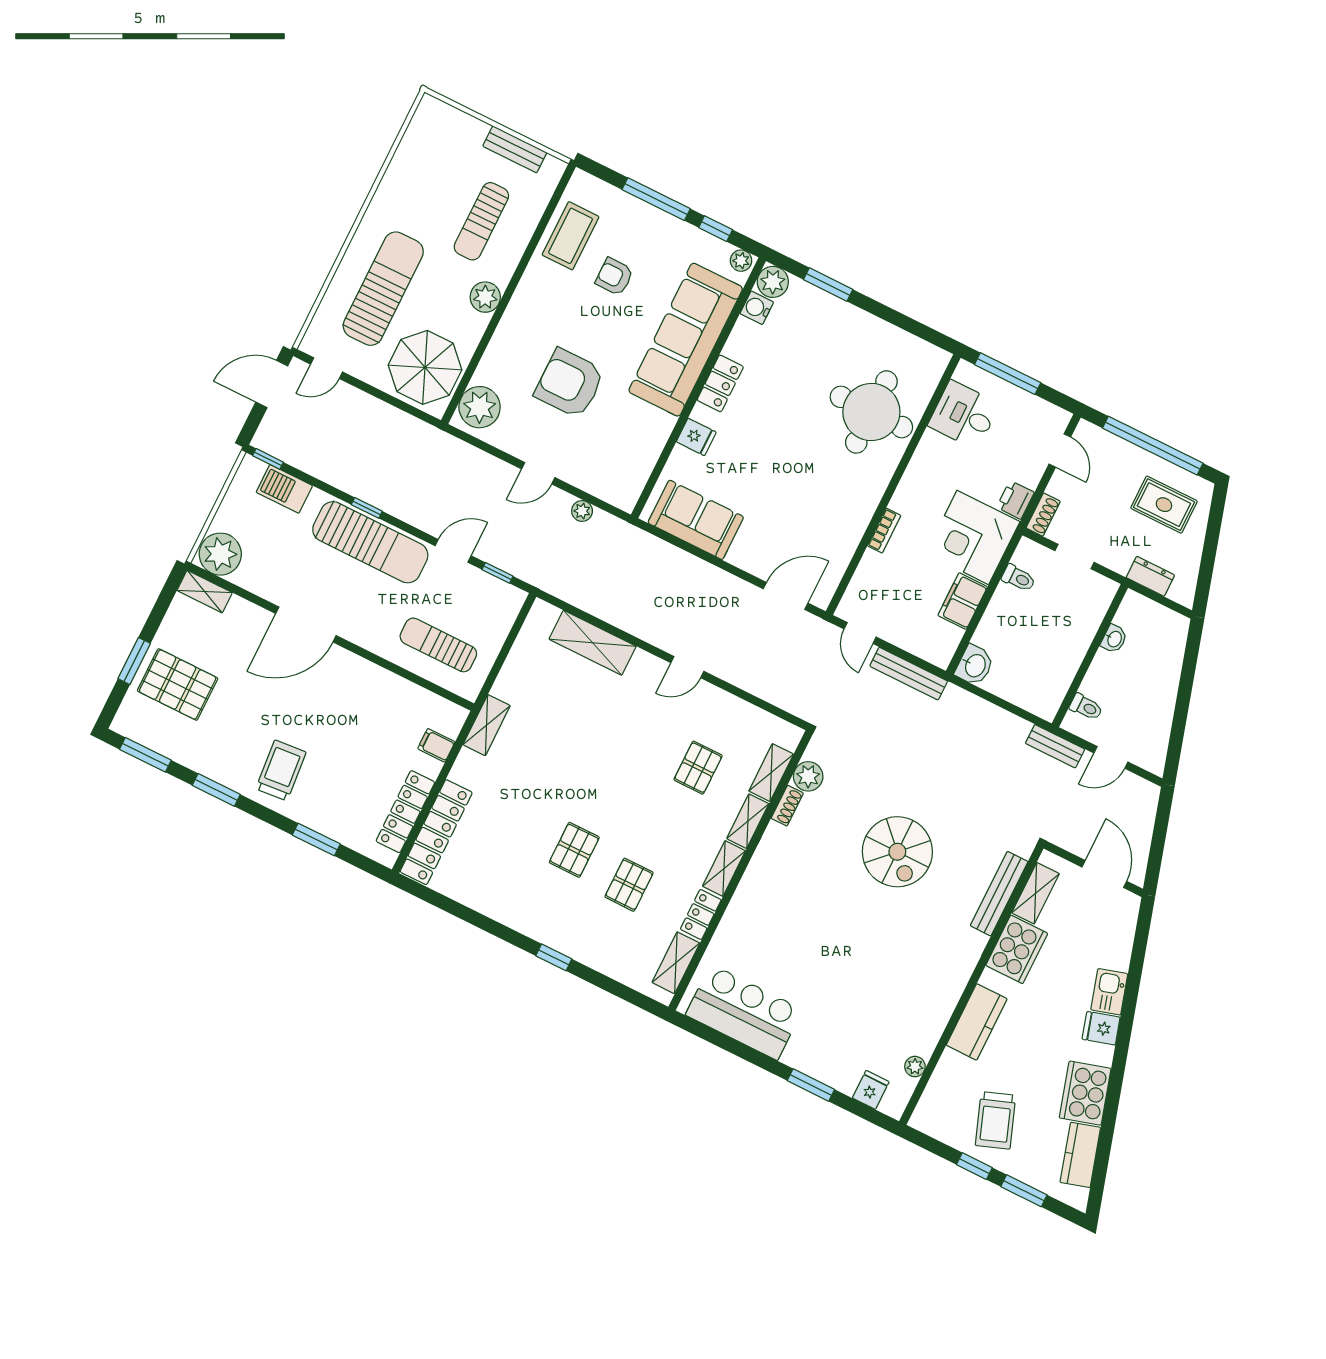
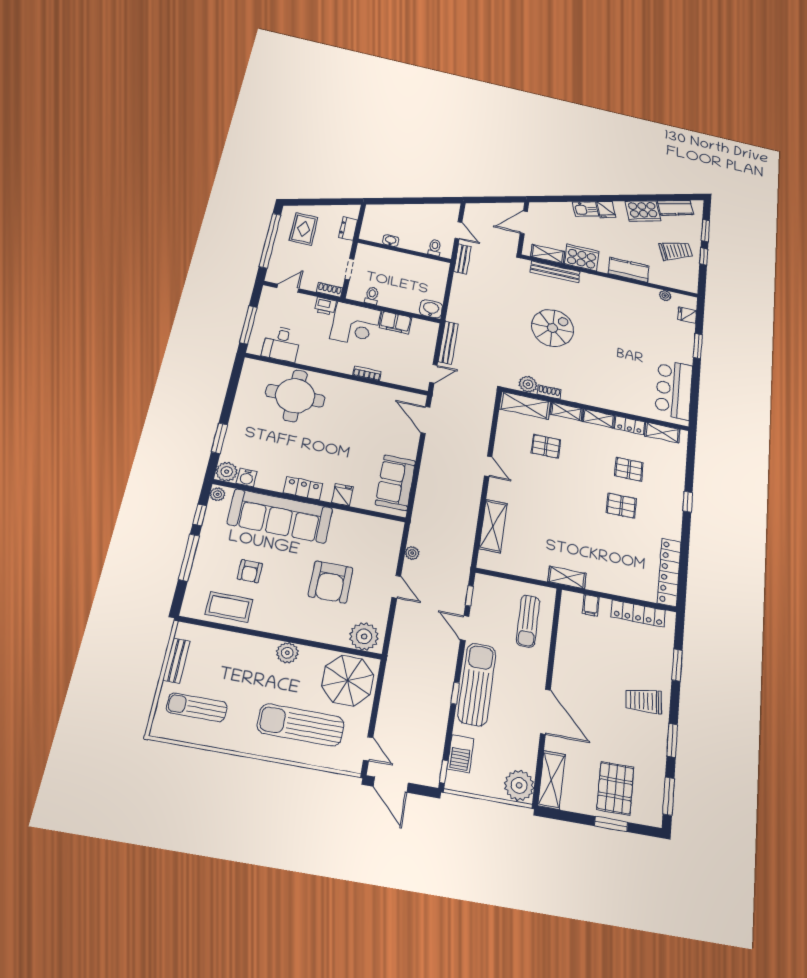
sun lounger: (481, 221) -> (197, 707), moved, turned 180
shelving: (205, 592) -> (552, 780), width x1.50, depth x1.33
shelving: (771, 773) -> (525, 405), width x1.50, depth x1.33
locker: (436, 832) -> (669, 572), moved, turned -90

